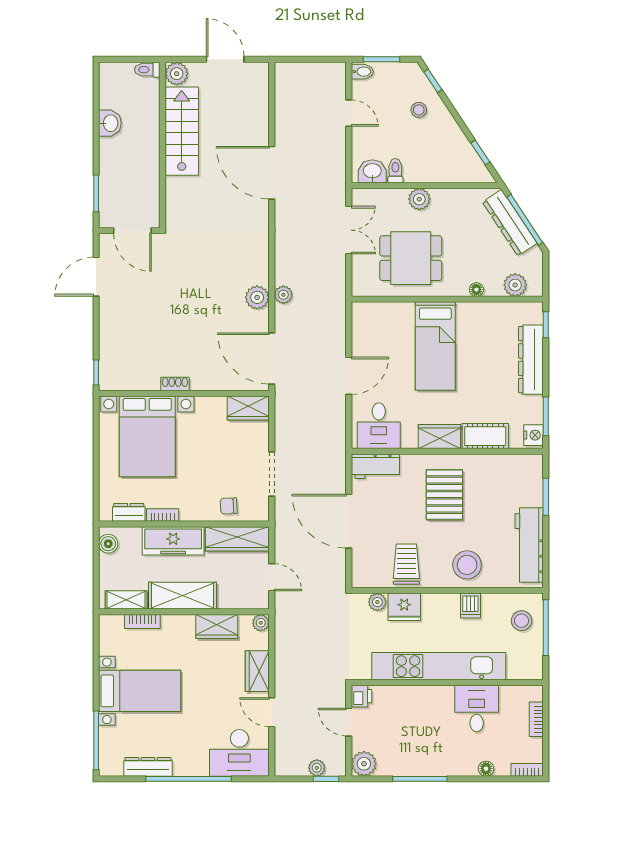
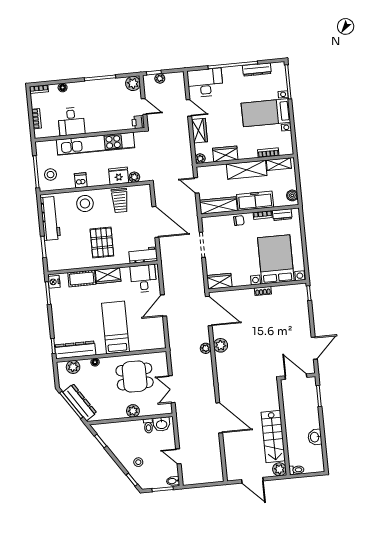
dresser: (531, 360) -> (75, 350), moved, turned -90
chair: (229, 506) -> (239, 221), moved

